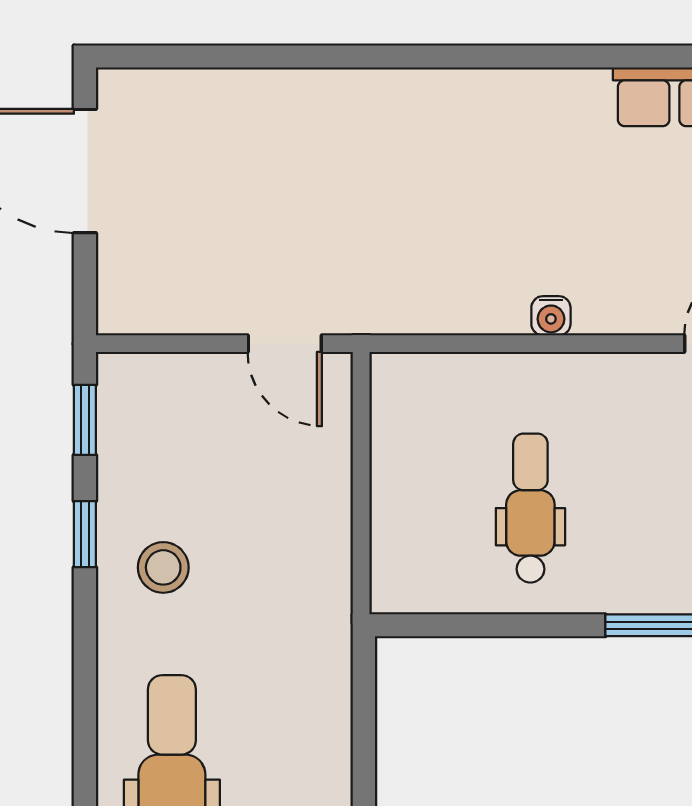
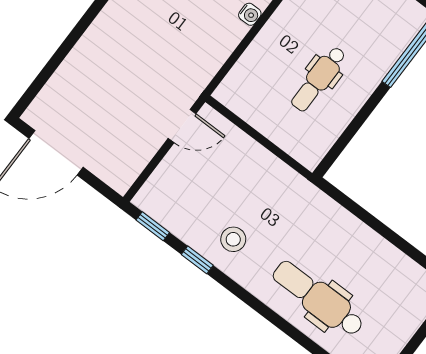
dental chair: (530, 508) -> (319, 79), turned -90

